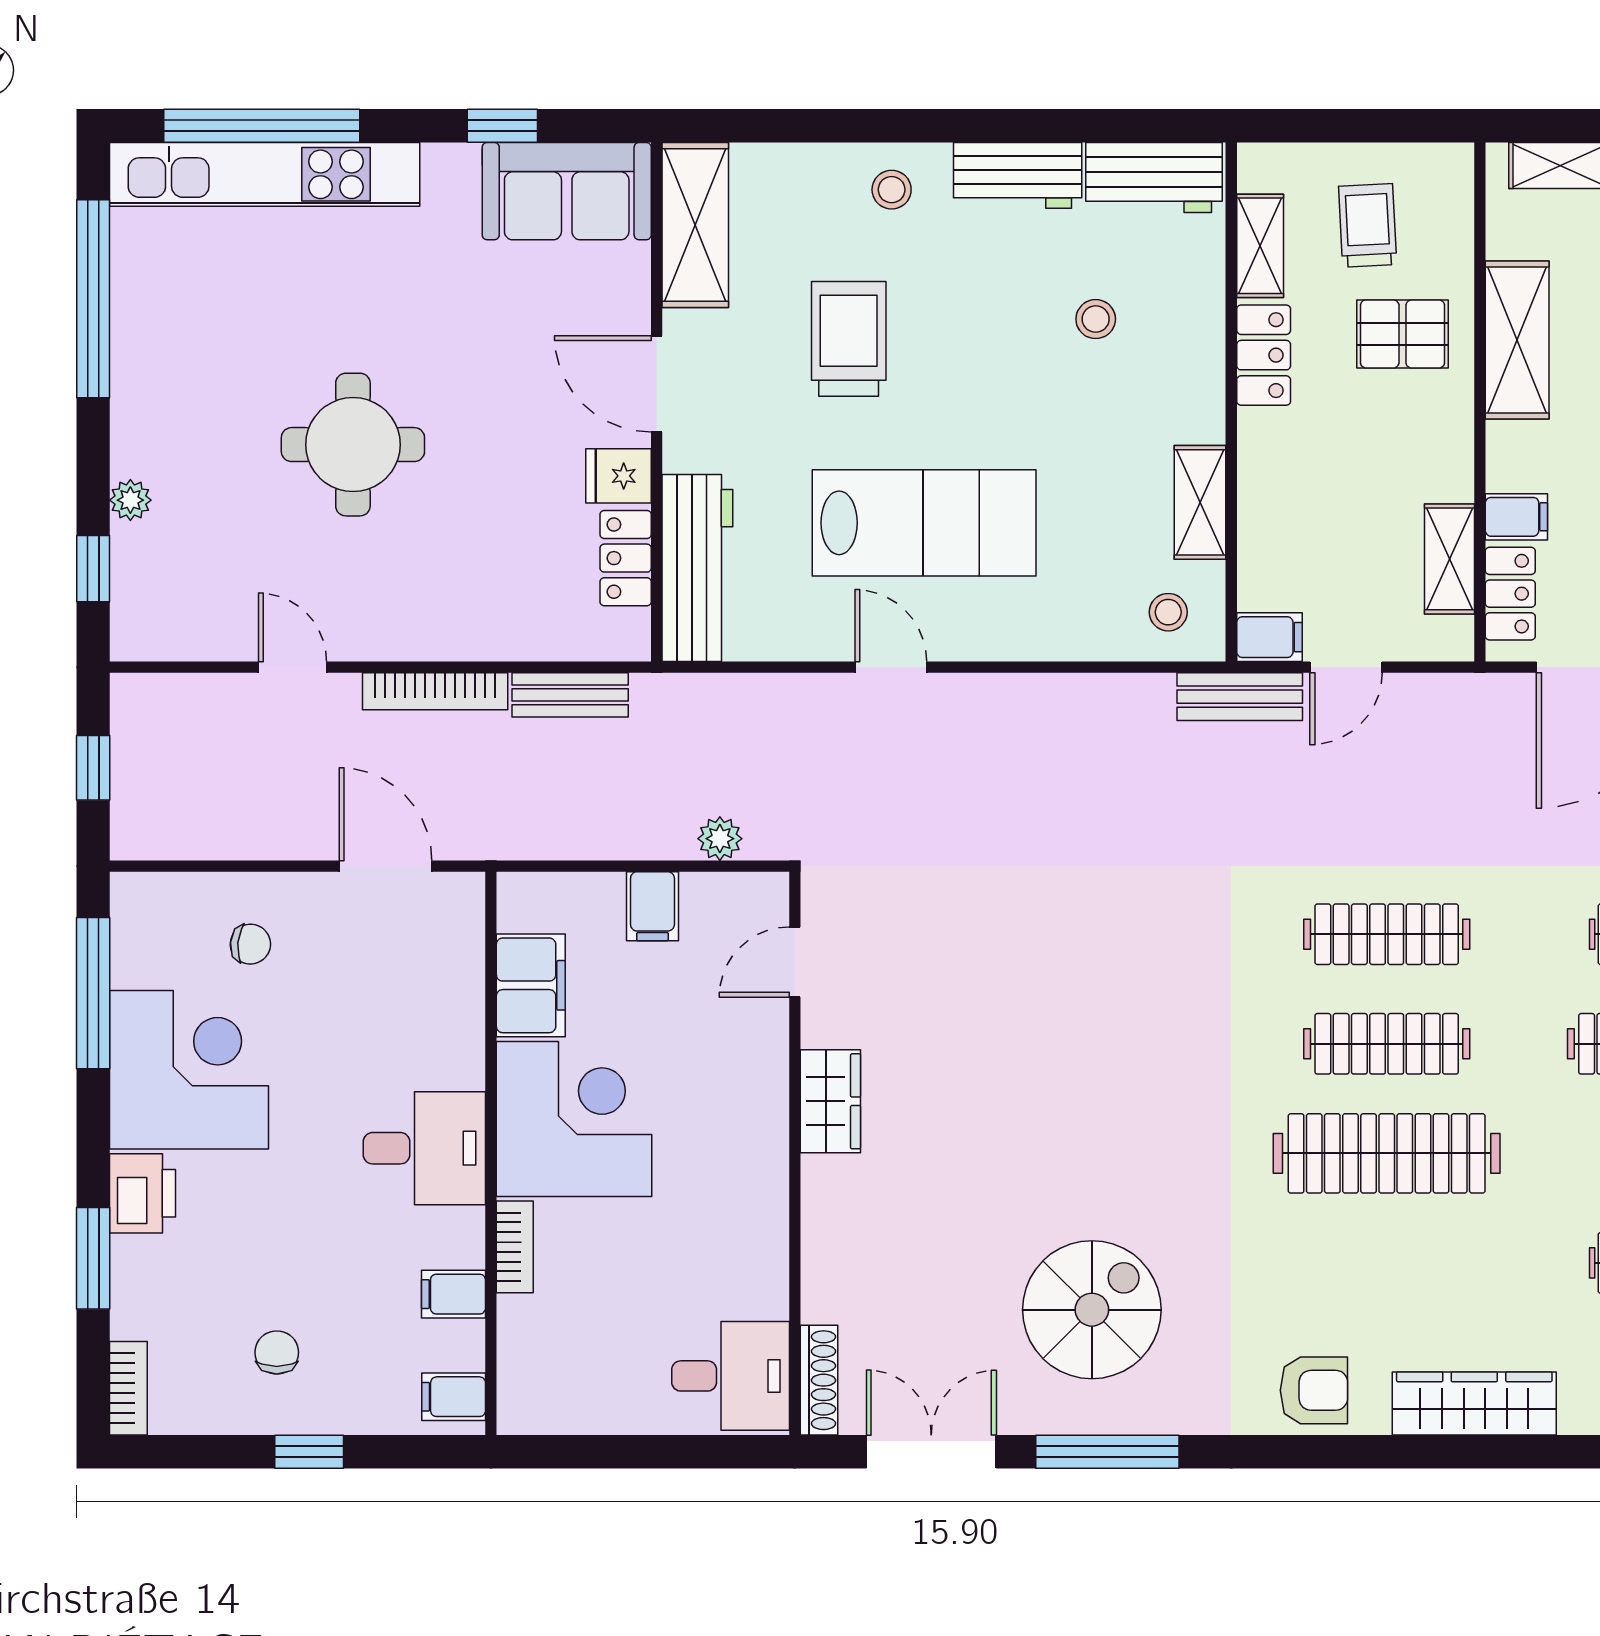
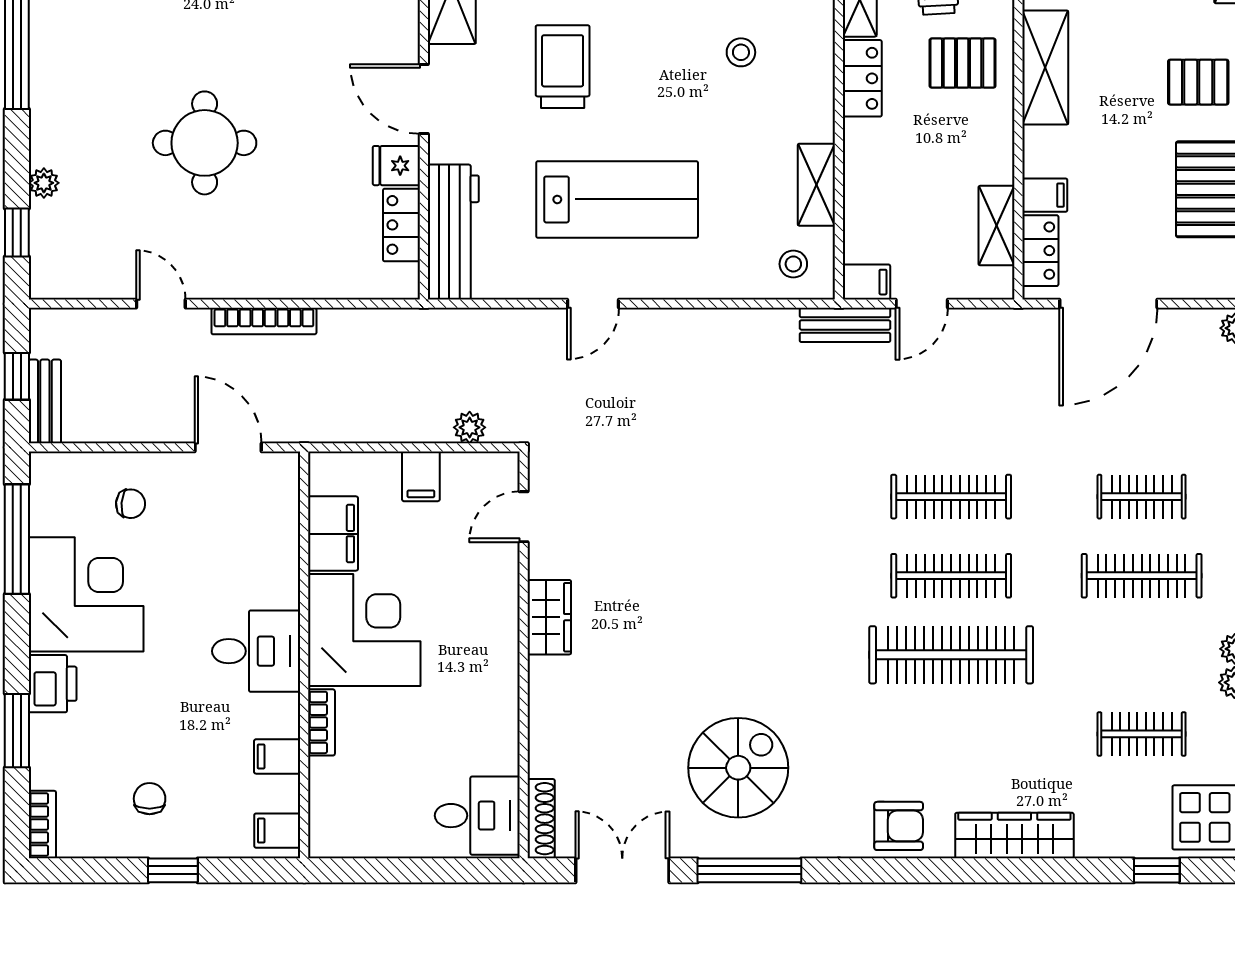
door: (891, 667) -> (593, 304), swing flipped
bench: (570, 695) -> (45, 401), moved, turned 90

